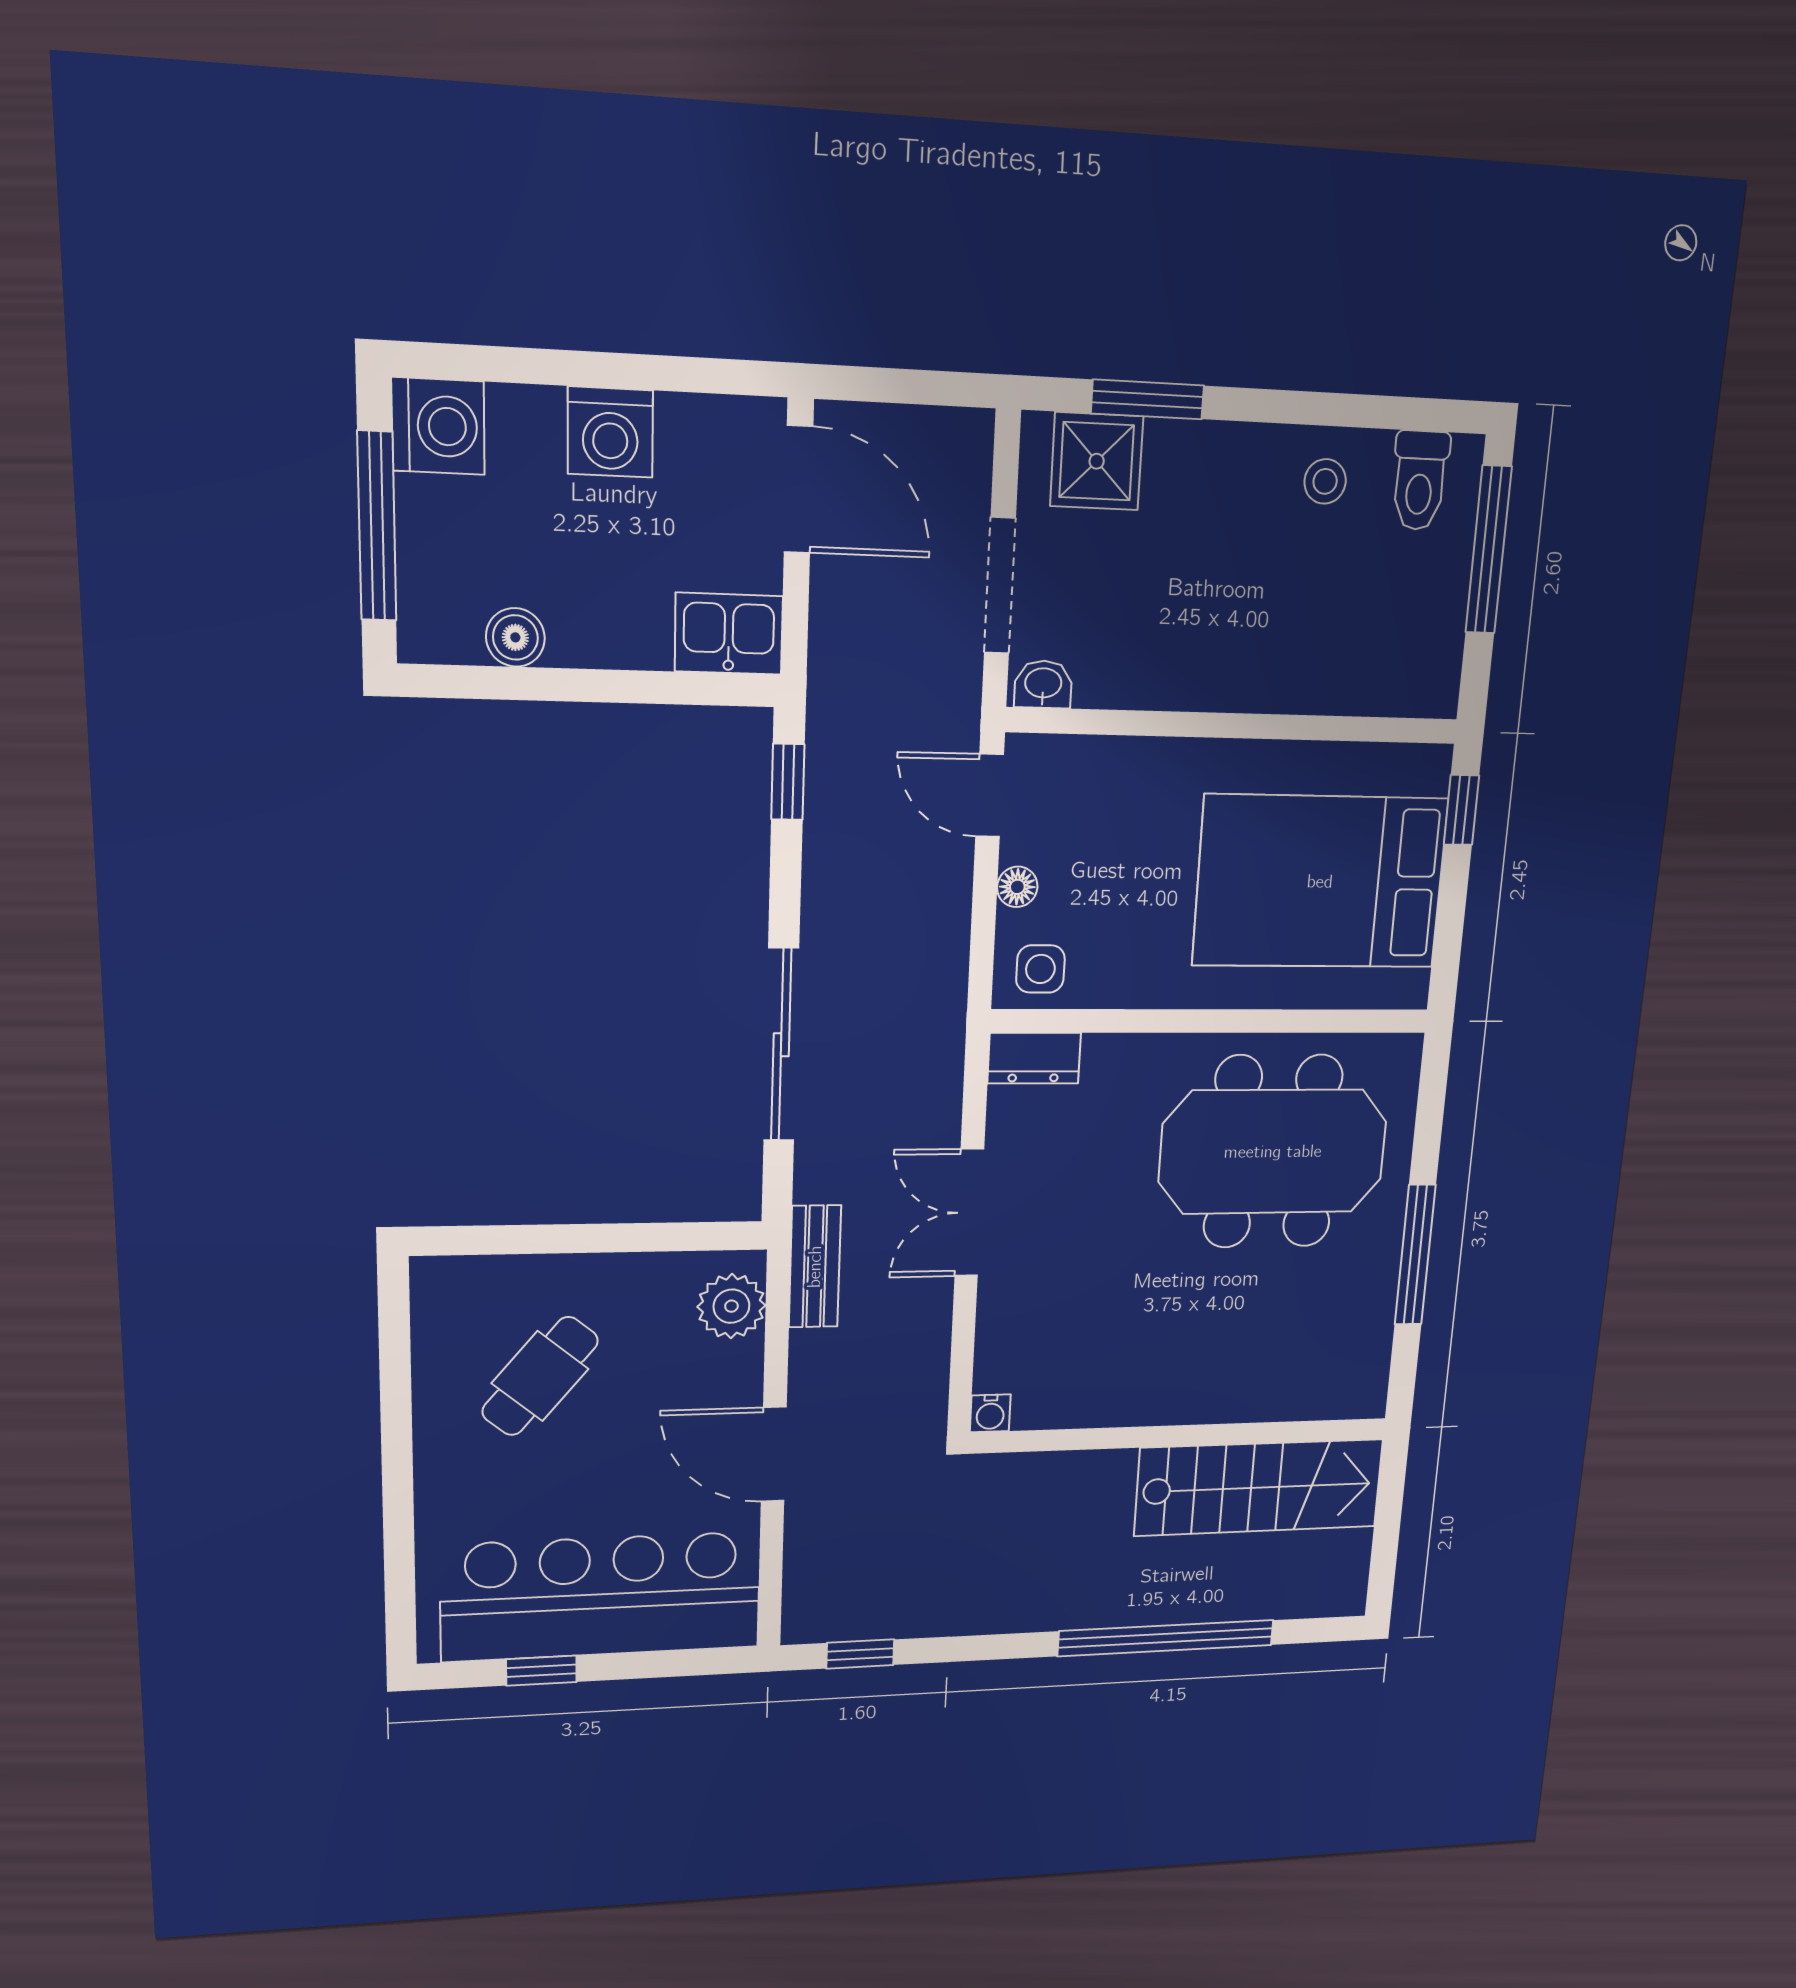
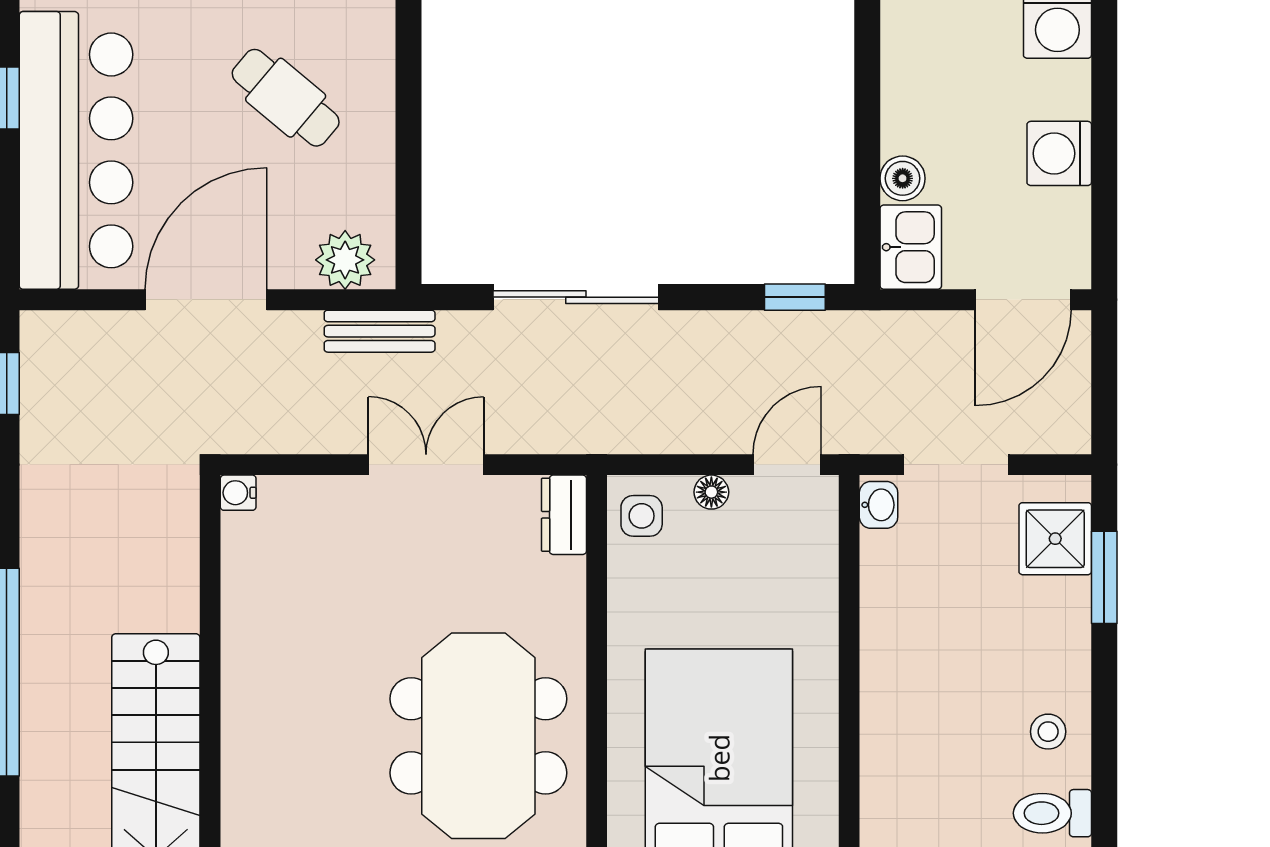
boiler: (515, 637) -> (903, 178), moved
door: (774, 1454) -> (206, 300), width x1.36

